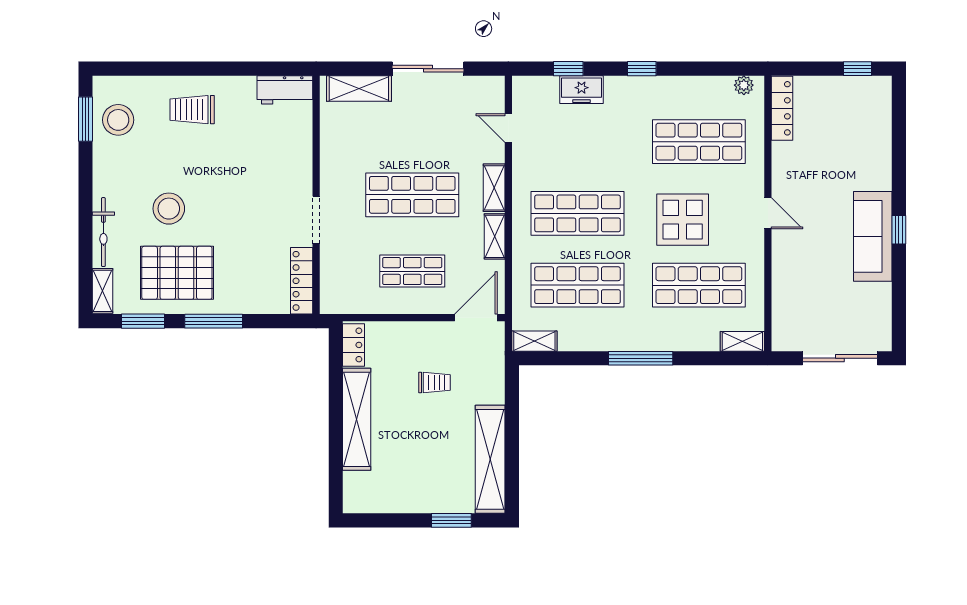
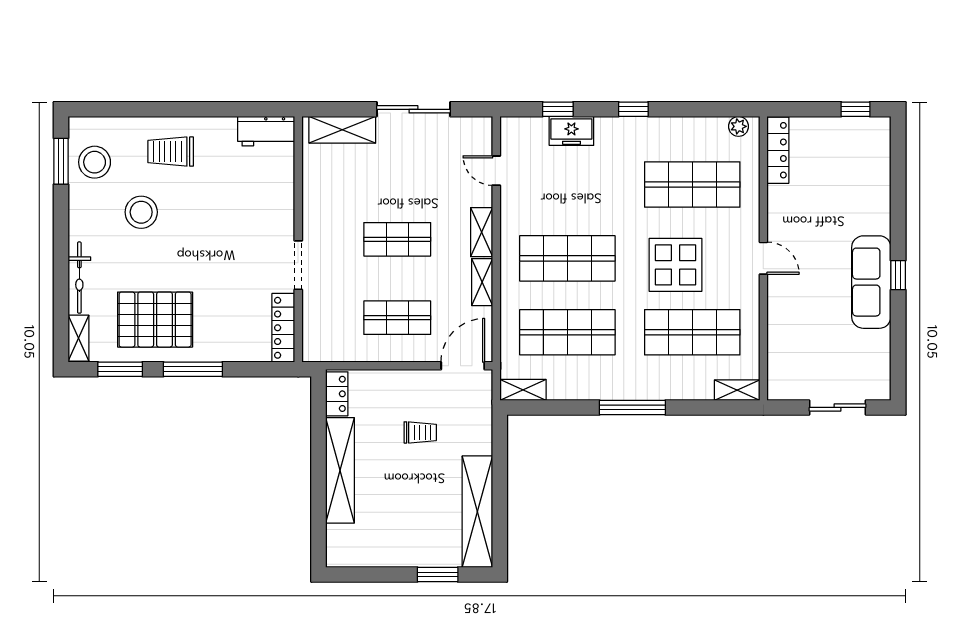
shop shelf: (412, 195) -> (397, 239), width x0.70, depth x0.74
stool: (169, 209) -> (141, 212), moved
sliding door: (840, 358) -> (837, 407), width x0.73

